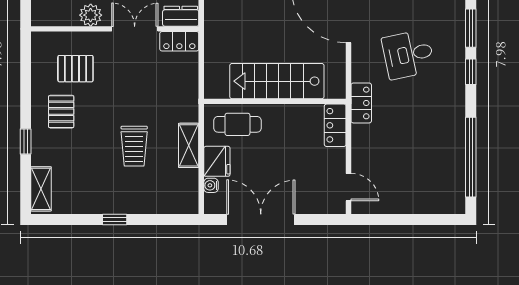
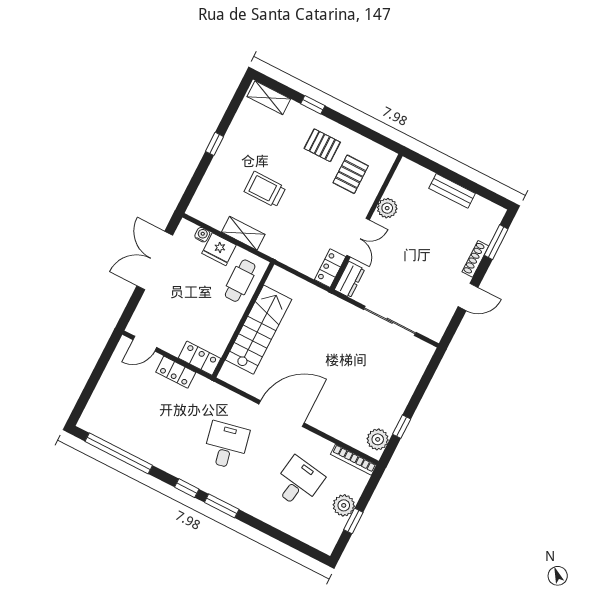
locker: (361, 103) -> (176, 372), moved
double door: (261, 219) -> (155, 260), swing flipped

